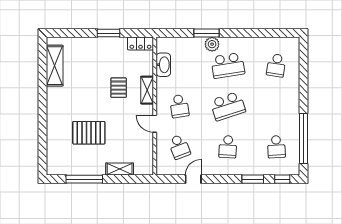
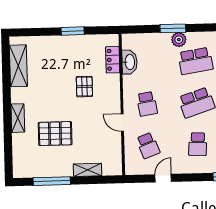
locker: (140, 44) -> (113, 60), moved, turned 90
shelving: (147, 90) -> (18, 118), moved

